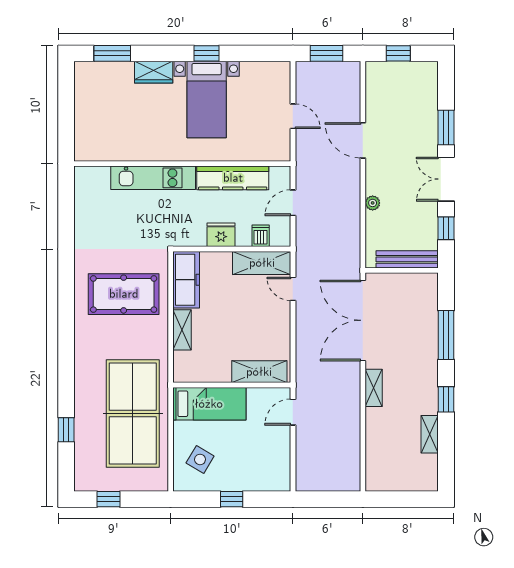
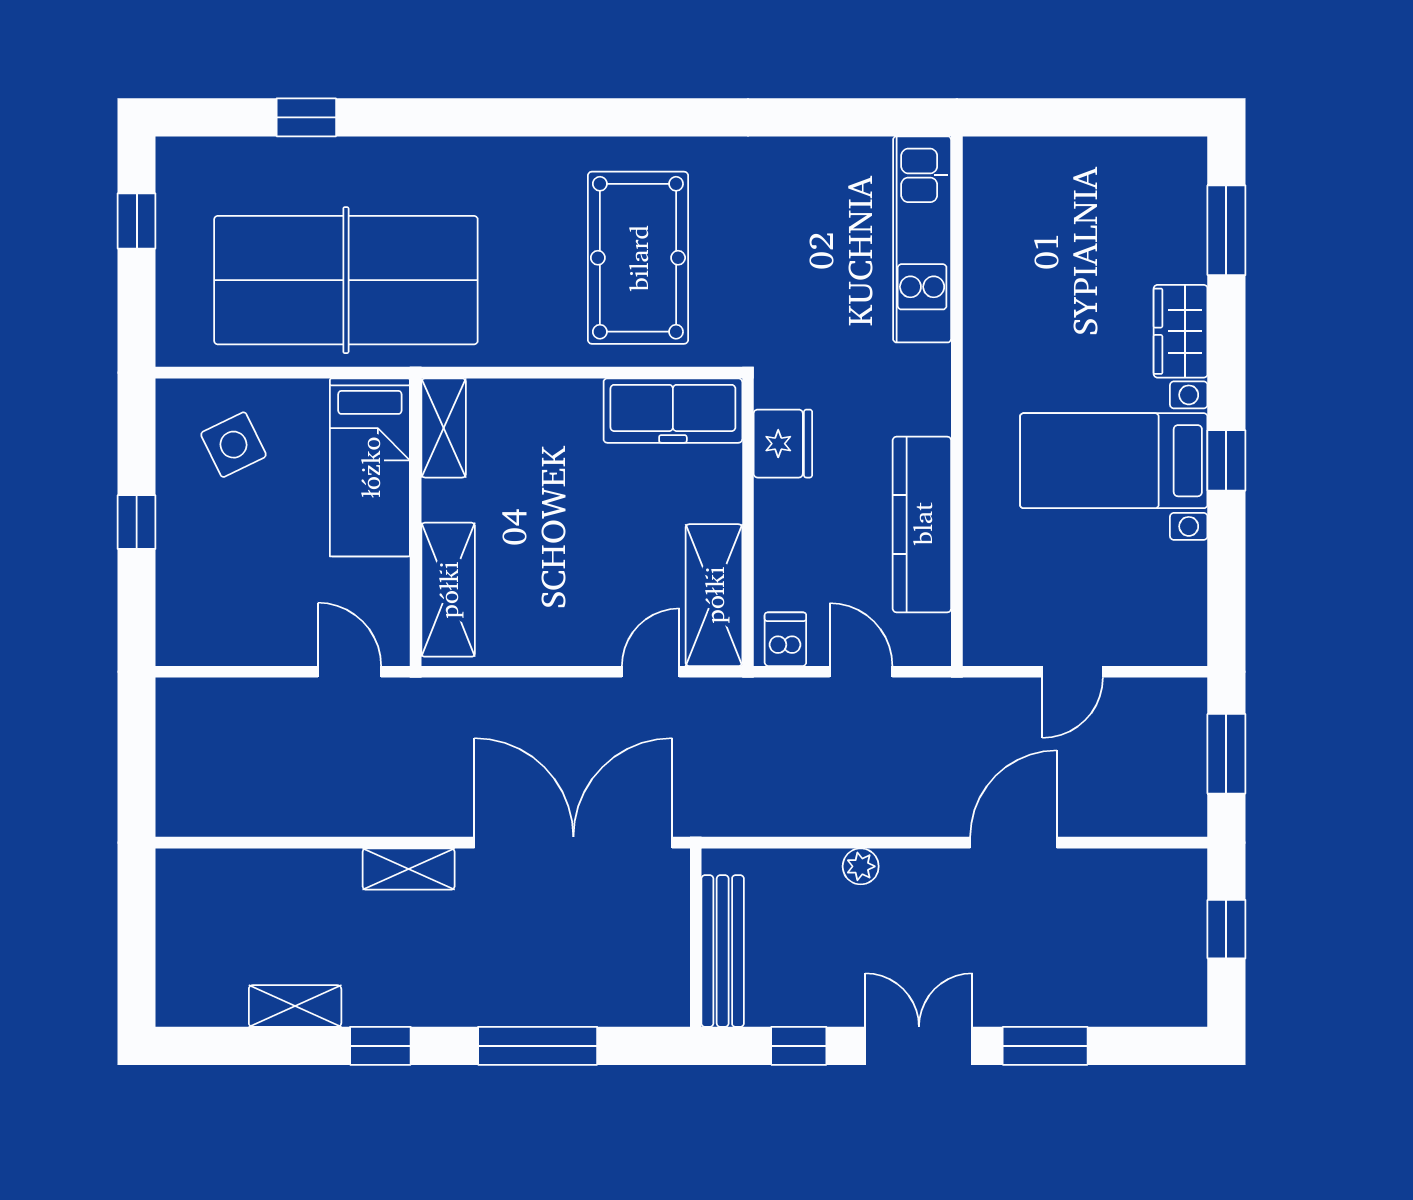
kitchen unit: (153, 178) -> (922, 239), moved
fridge: (221, 235) -> (783, 444), moved
dishwasher: (261, 236) -> (785, 639), moved, turned -90
shelving: (182, 330) -> (444, 428), moved, turned 90
side table: (200, 459) -> (233, 445), turned 33

